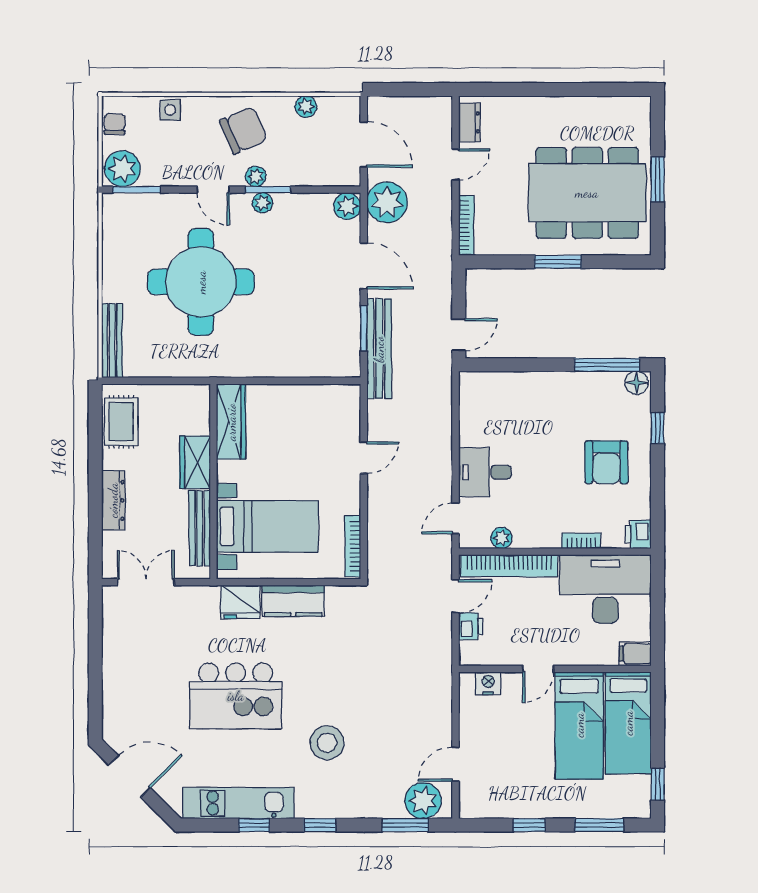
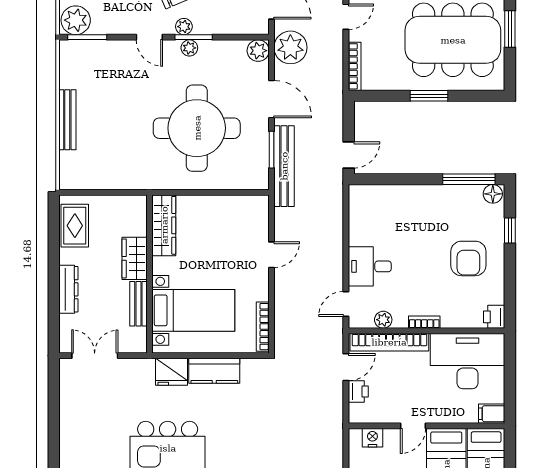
round table: (201, 282) -> (197, 128), moved
bench: (112, 341) -> (67, 120), moved
bench: (200, 528) -> (138, 304), width x0.73
bookcase: (581, 541) -> (424, 322), moved

